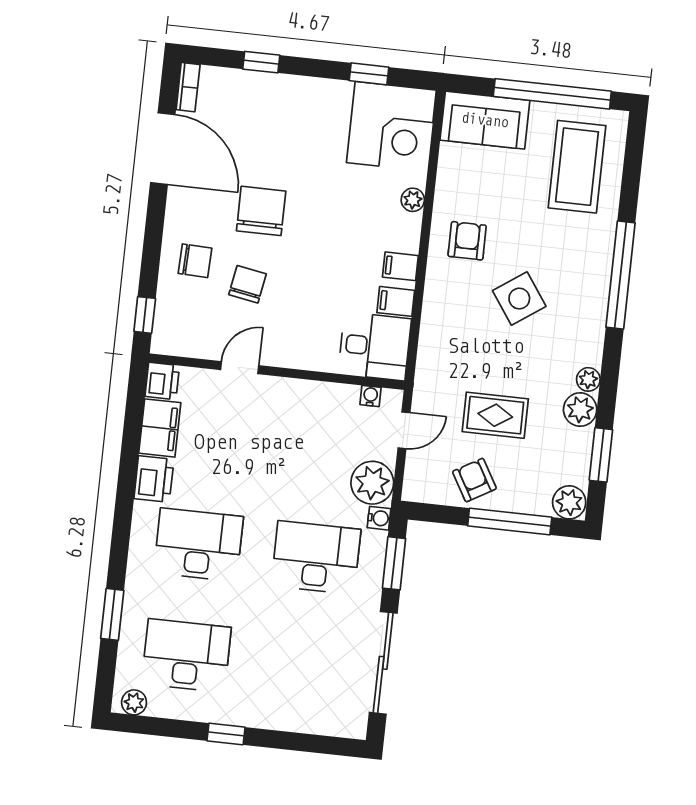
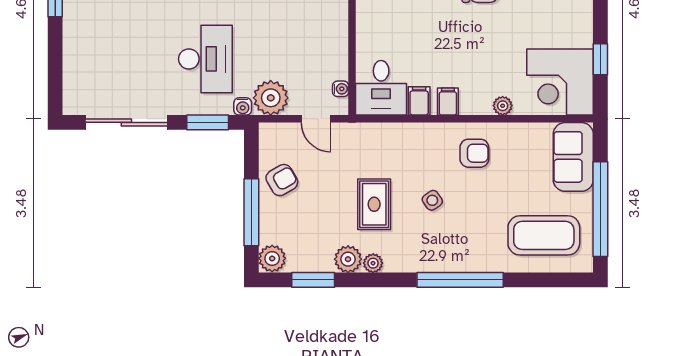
side table: (519, 299) -> (432, 200), width x0.54, depth x0.54
rug: (495, 415) -> (374, 204), moved

